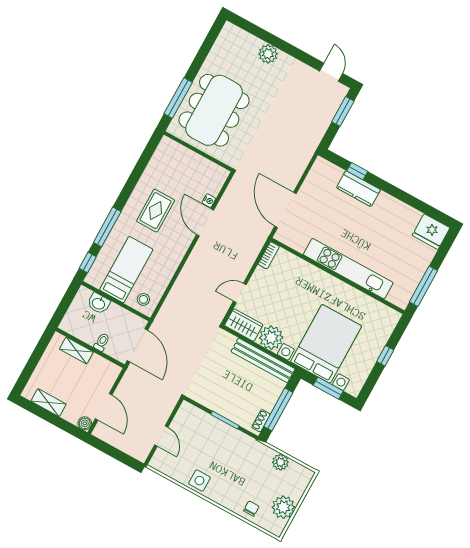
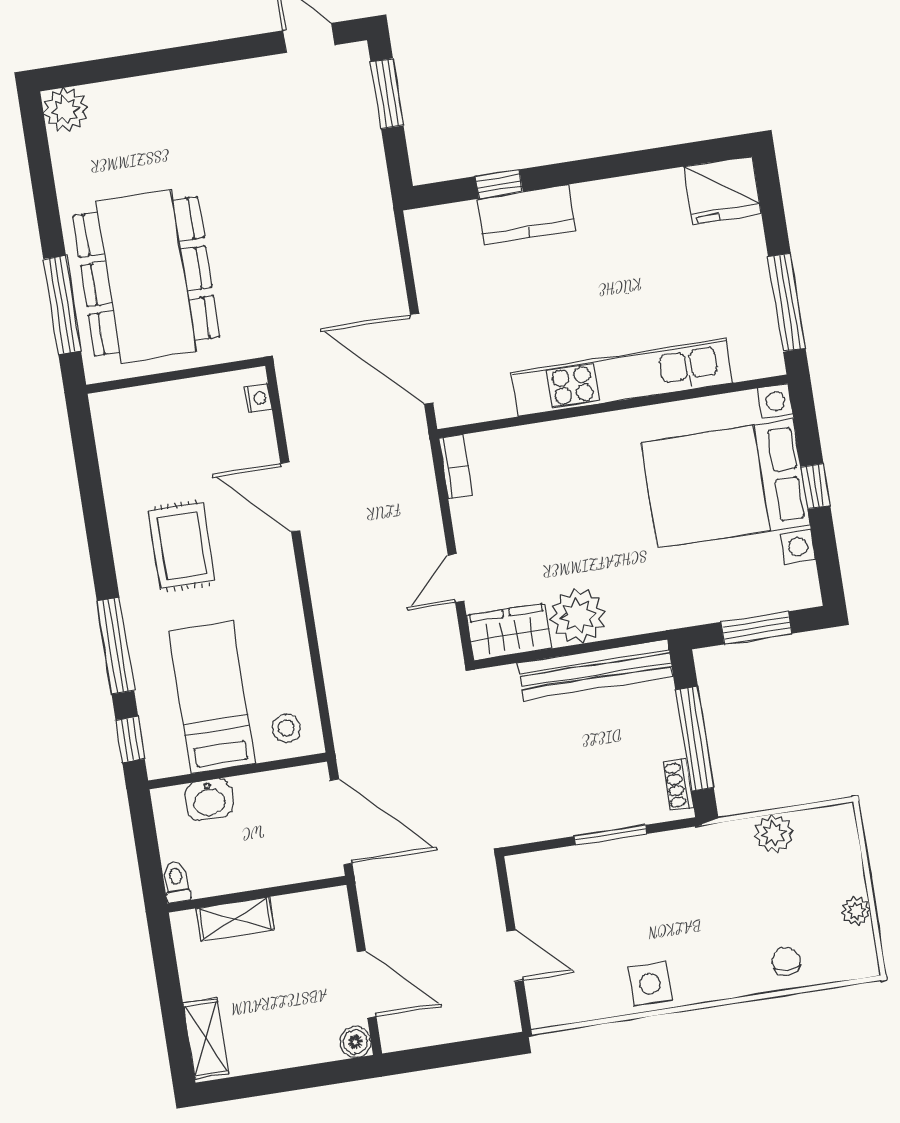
plant: (268, 54) -> (66, 110), moved
nightstand: (209, 201) -> (258, 398), moved
toilet: (102, 342) -> (177, 882), moved
bed with nightstands: (326, 344) -> (726, 483), moved, turned -90
shelving: (48, 403) -> (206, 1038), moved, turned 90
plant: (283, 507) -> (856, 911), width x0.53, depth x0.53

